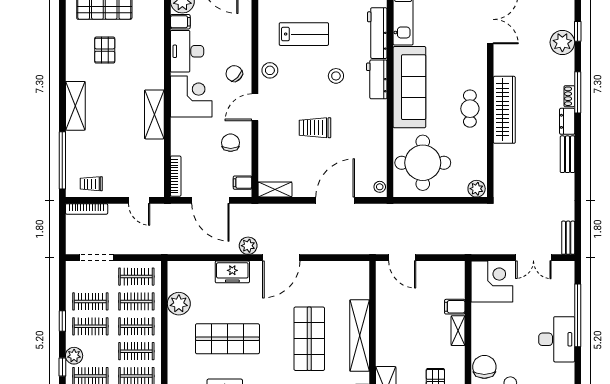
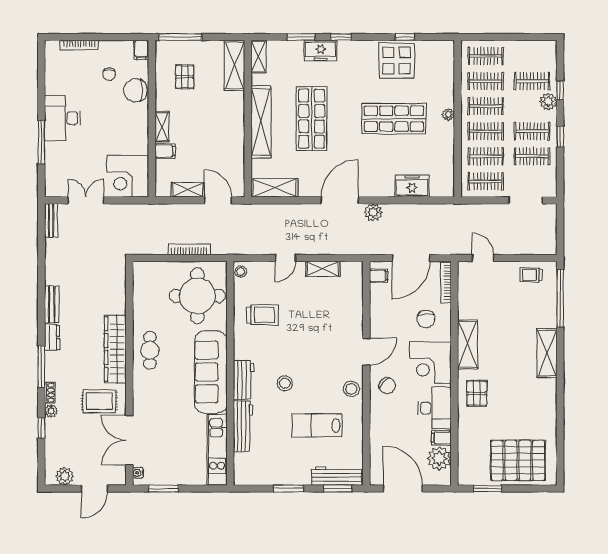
plant: (562, 42) -> (51, 411), width x0.53, depth x0.53
pallet: (105, 50) -> (477, 393), moved
rug: (520, 58) -> (99, 401), added
shoe rack: (569, 96) -> (50, 393), moved
trolley: (315, 128) -> (262, 315), moved
chair: (231, 143) -> (426, 319), moved
trolley: (91, 184) -> (531, 275), turned 180
plant: (477, 189) -> (143, 270), removed
shelving: (275, 190) -> (323, 269), moved
door: (210, 200) -> (411, 258), swing flipped
door: (335, 200) -> (285, 258), width x0.53
bookcase: (87, 209) -> (189, 249), moved
shelving: (432, 268) -> (188, 190), added
shelving: (346, 270) -> (274, 188), added
freezer: (232, 272) -> (412, 186), moved
plant: (179, 304) -> (448, 114), moved, width x0.53, depth x0.53
window: (578, 315) -> (41, 142), width x0.68
chair: (484, 367) -> (135, 90), turned 90

